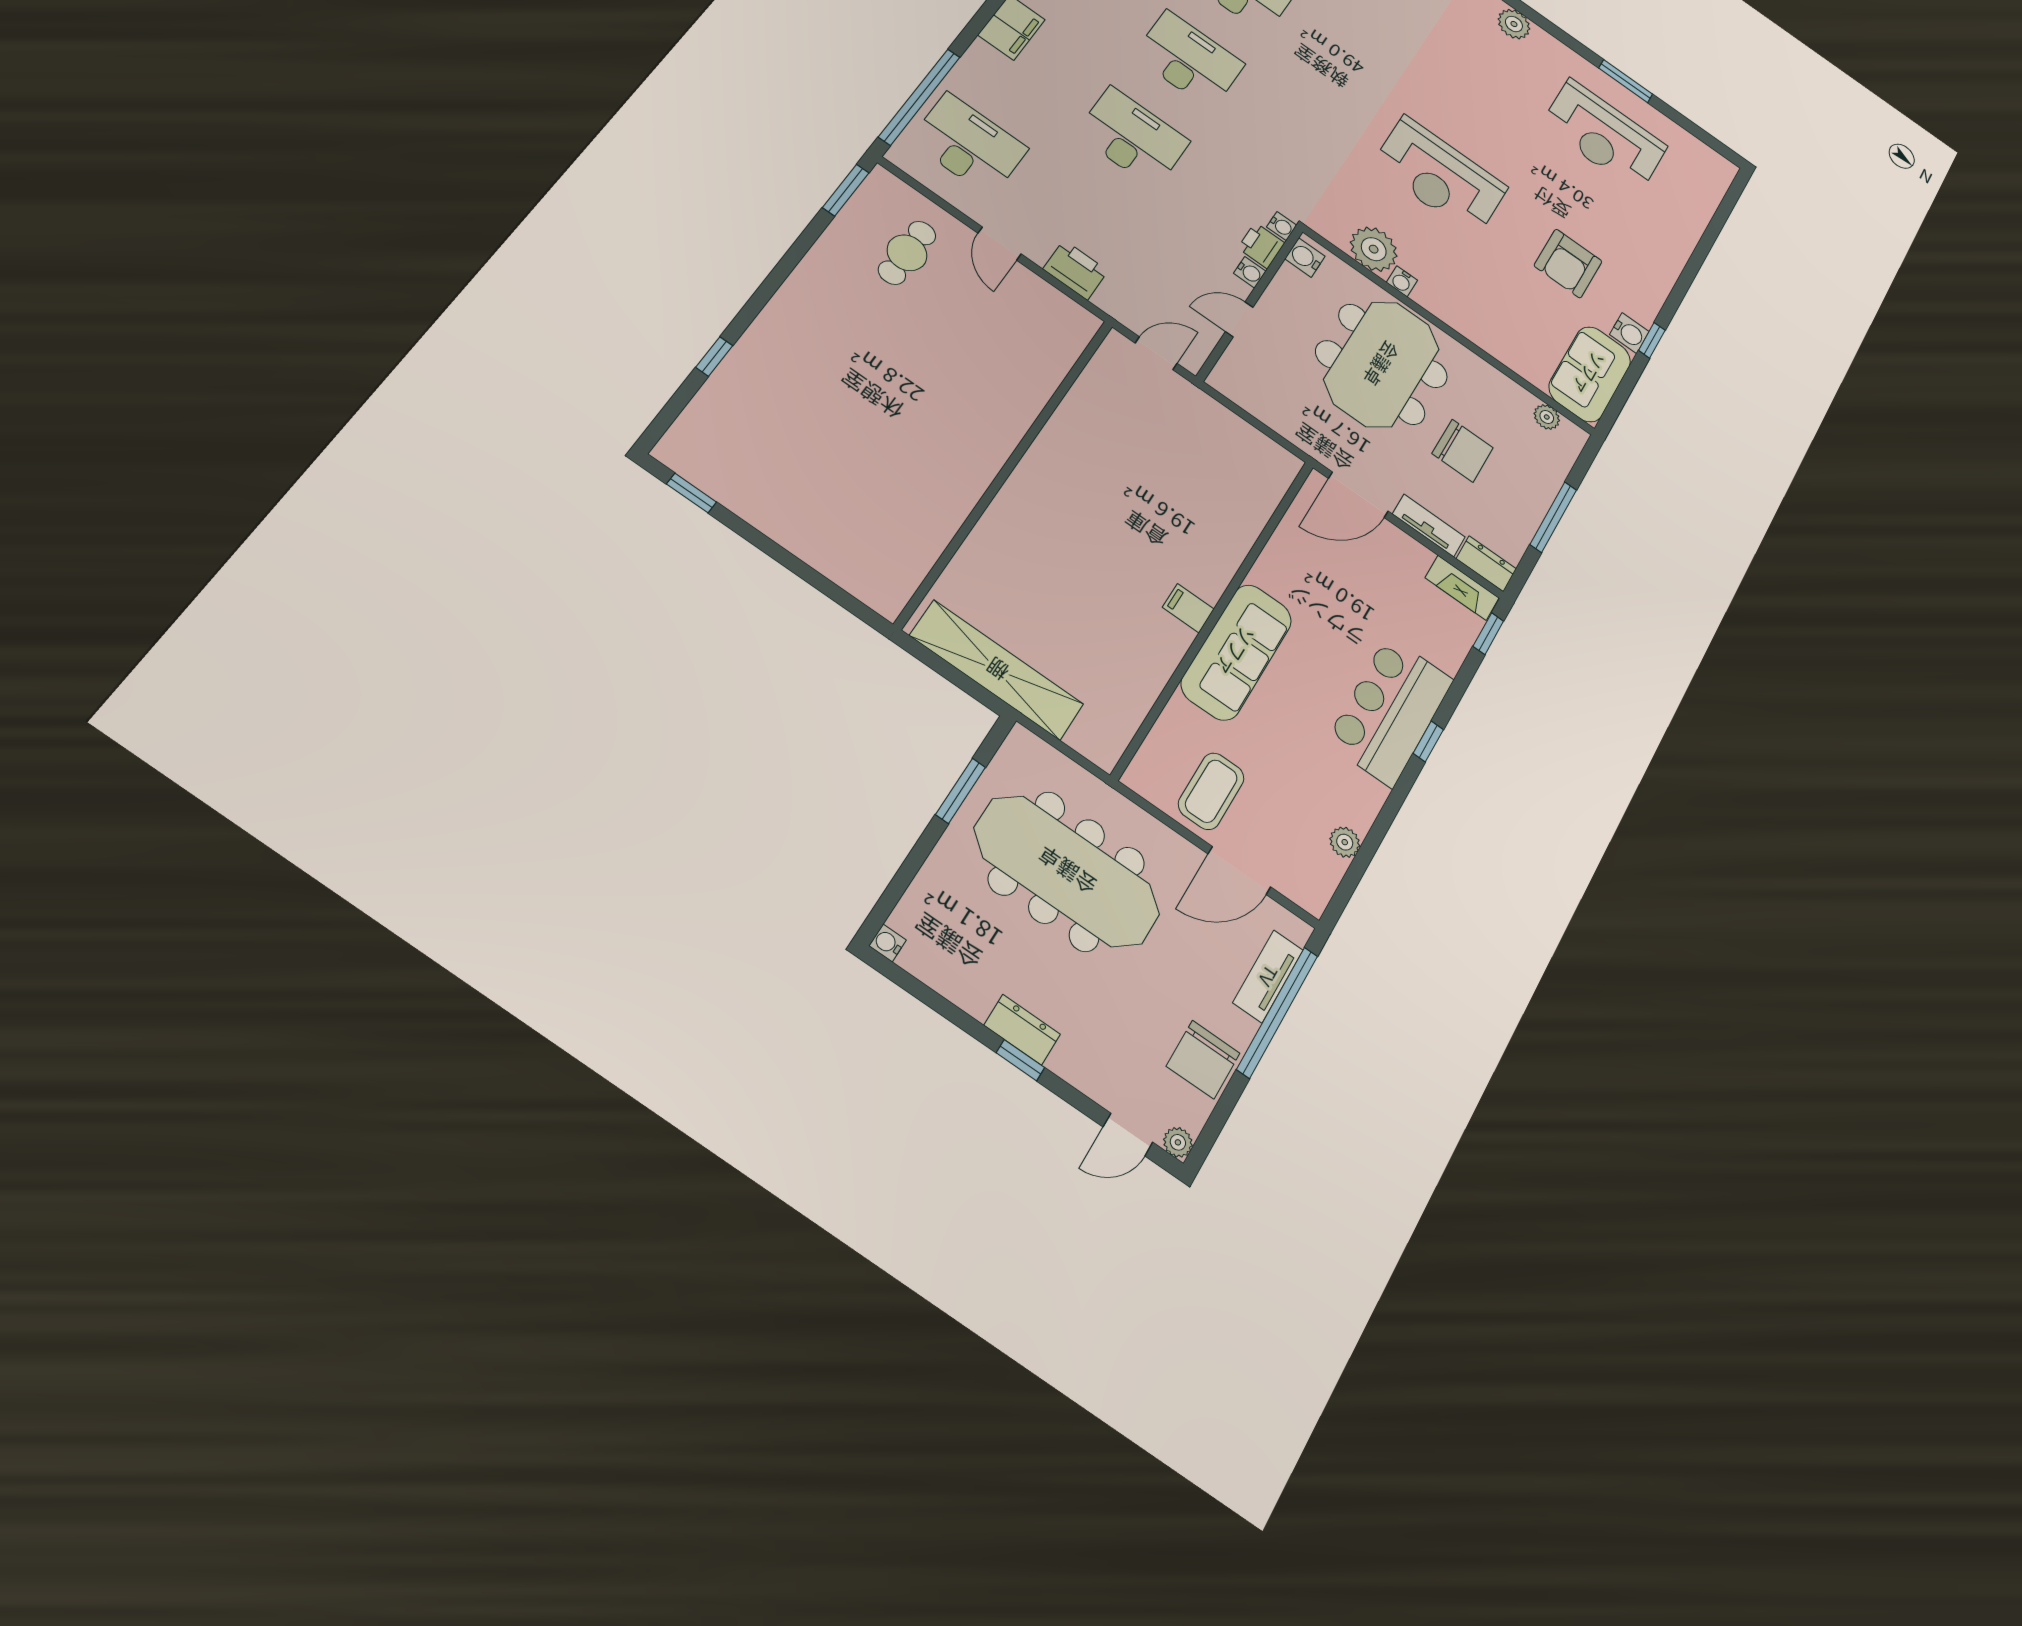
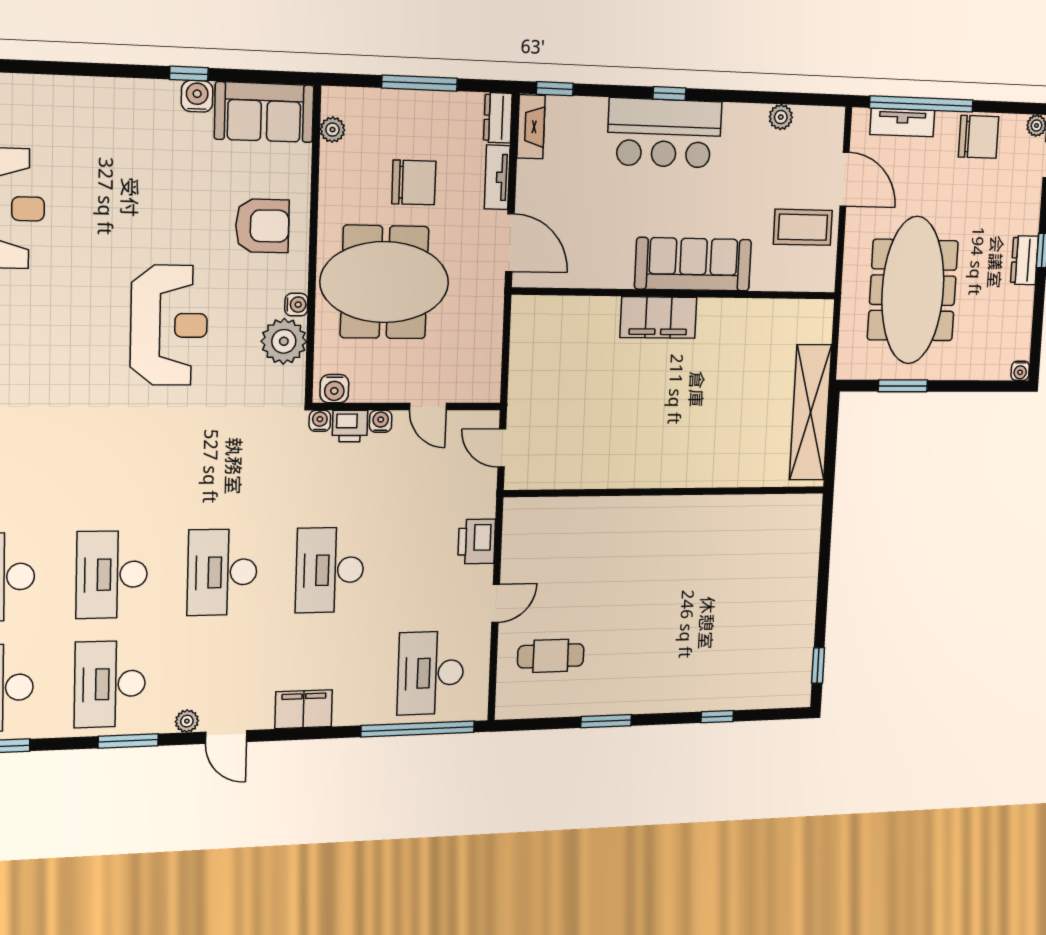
window: (846, 190) -> (606, 721), moved
armchair: (1568, 263) -> (262, 226), moved
chair: (1462, 451) -> (414, 182), turned 90
filing cabinet: (1188, 608) -> (658, 317), width x3.00, depth x1.17

